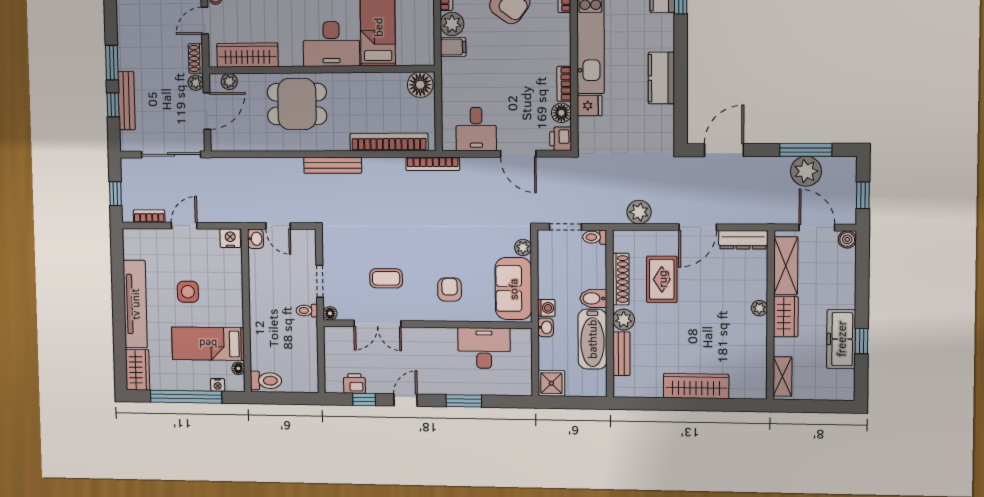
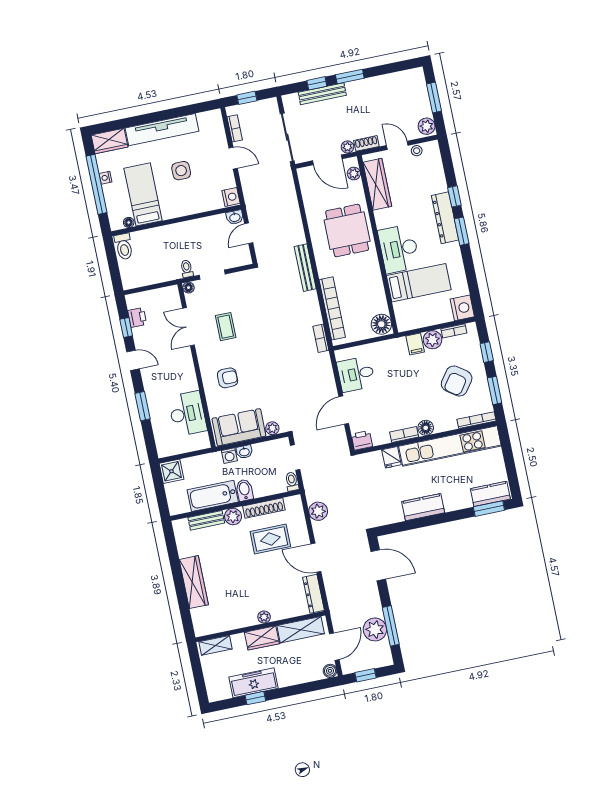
floor lamp: (561, 113) -> (426, 428), moved
bookcase: (433, 164) -> (321, 338), width x0.64
washbasin: (546, 327) -> (244, 452), moved
nightstand: (218, 385) -> (105, 178), moved

